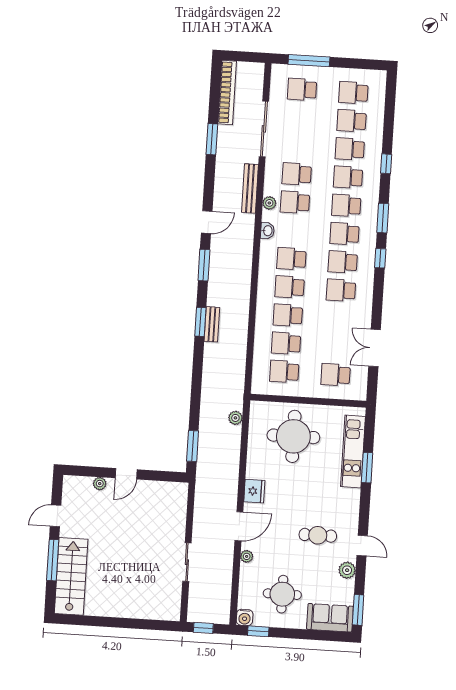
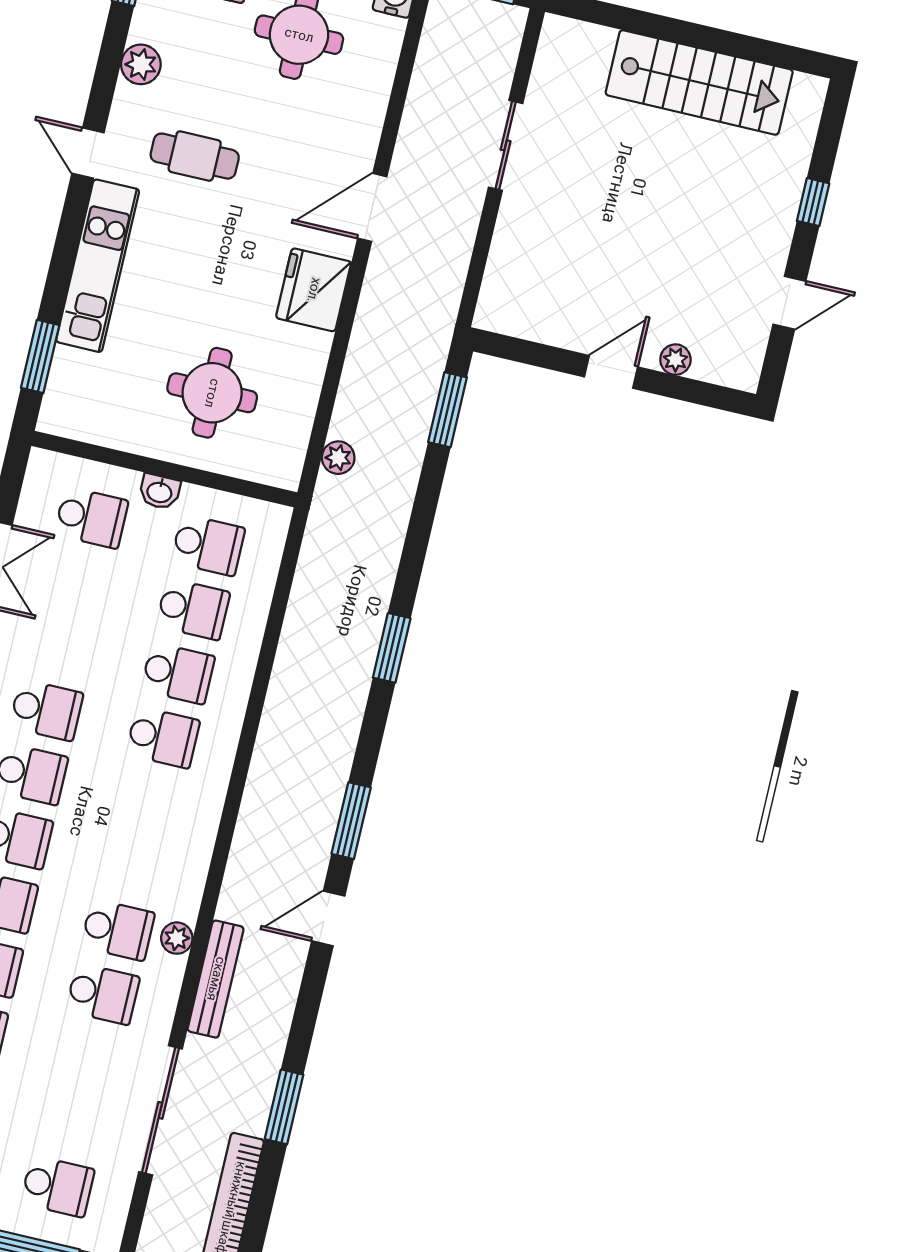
washbasin: (267, 231) -> (160, 492), moved, turned -90
school desk: (291, 259) -> (148, 802), removed
window: (200, 322) -> (392, 648), moved
bench: (212, 324) -> (356, 682), removed
round table: (293, 436) -> (212, 393), width x0.73, depth x0.73
kitchen unit: (353, 451) -> (98, 266), moved
window: (367, 468) -> (40, 356), moved
fridge: (254, 491) -> (314, 290), width x1.36, depth x1.34
door: (362, 546) -> (88, 153), moved
plant: (247, 556) -> (366, 135), removed
window: (53, 560) -> (813, 202), width x0.46
stairs: (71, 576) -> (699, 82), moved, turned -90

